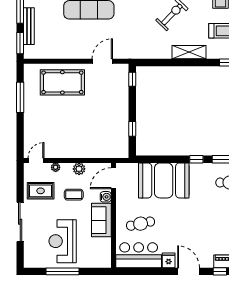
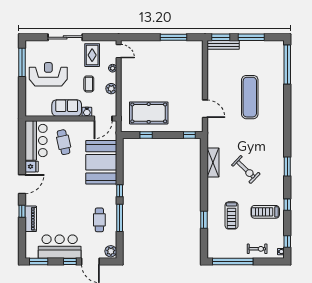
bench: (29, 26) -> (223, 45), moved
shelving: (189, 52) -> (213, 163), moved
pool table: (62, 82) -> (149, 113), moved, turned 90
door: (113, 178) -> (103, 119), swing flipped
window: (63, 271) -> (22, 62), moved

